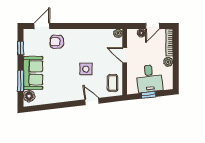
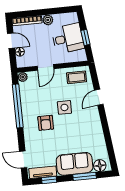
window: (92, 26) -> (18, 106), added
armchair: (57, 42) -> (46, 123), moved
tv unit: (28, 43) -> (43, 172), added

